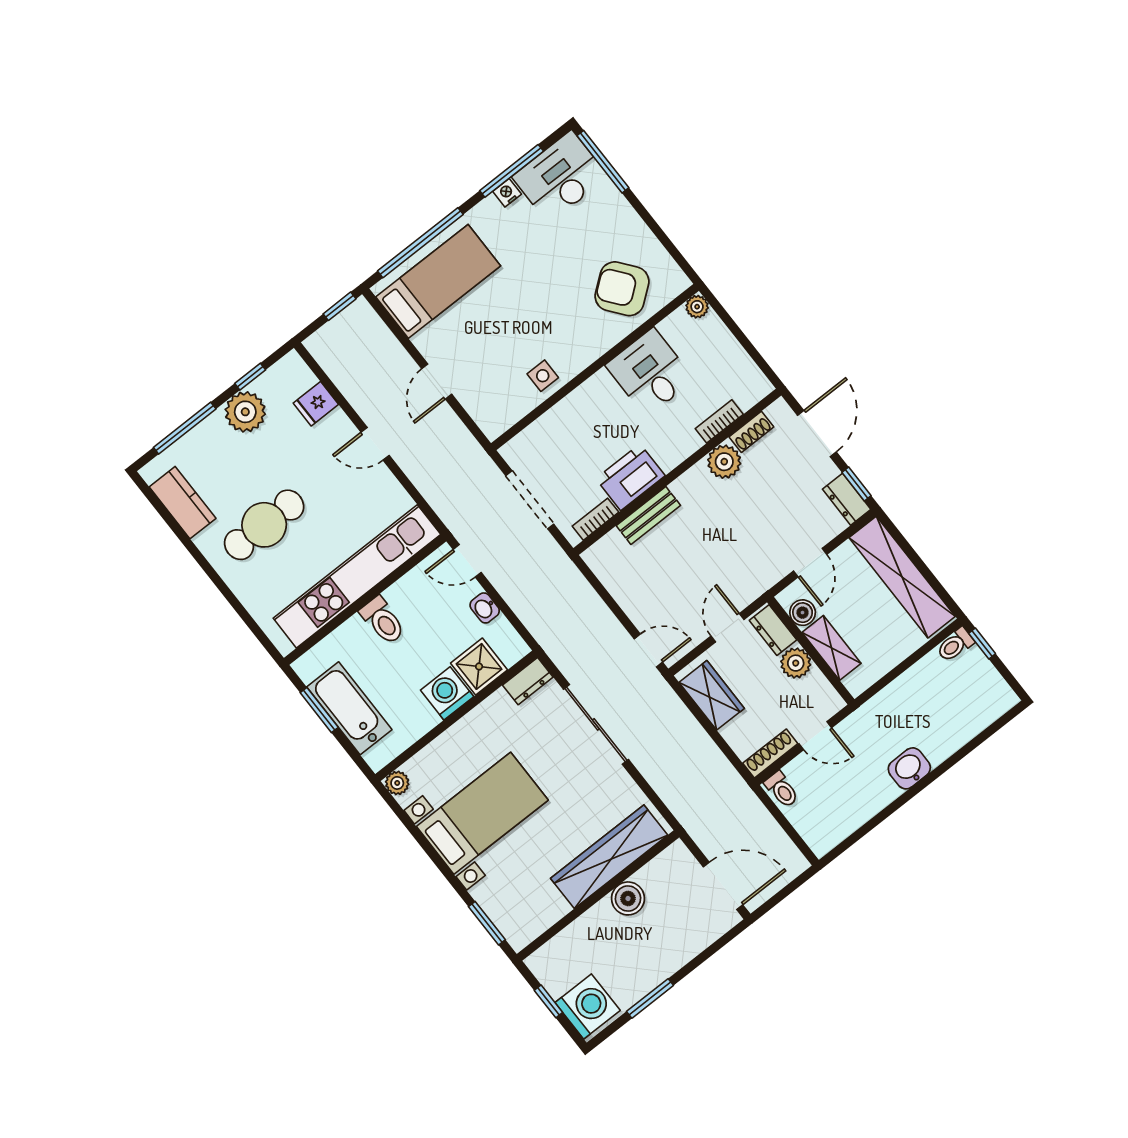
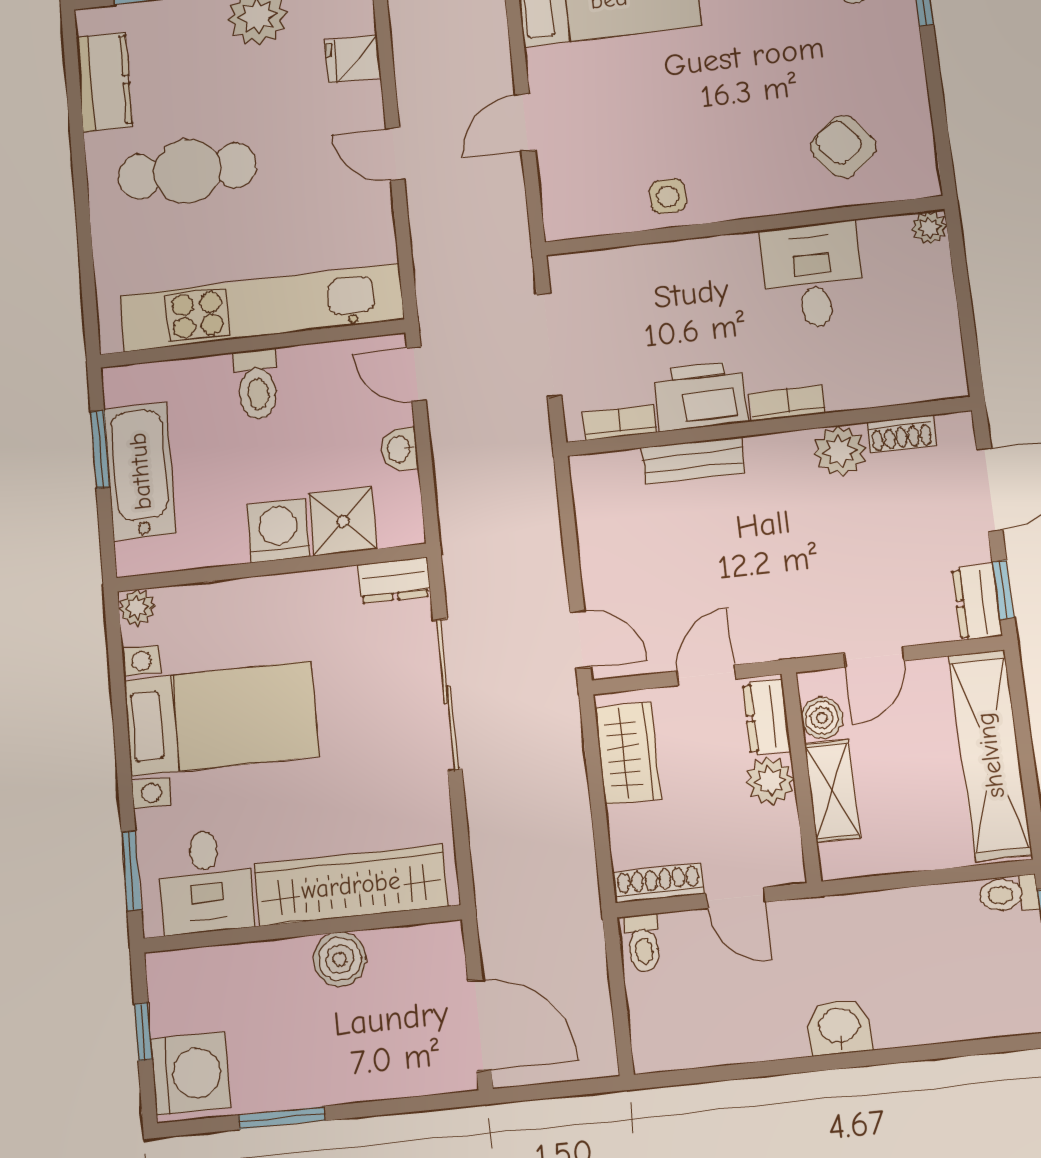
armchair: (622, 289) -> (843, 147), width x0.72, depth x0.72
bookcase: (719, 421) -> (787, 403), moved
desk: (531, 903) -> (206, 882), added

